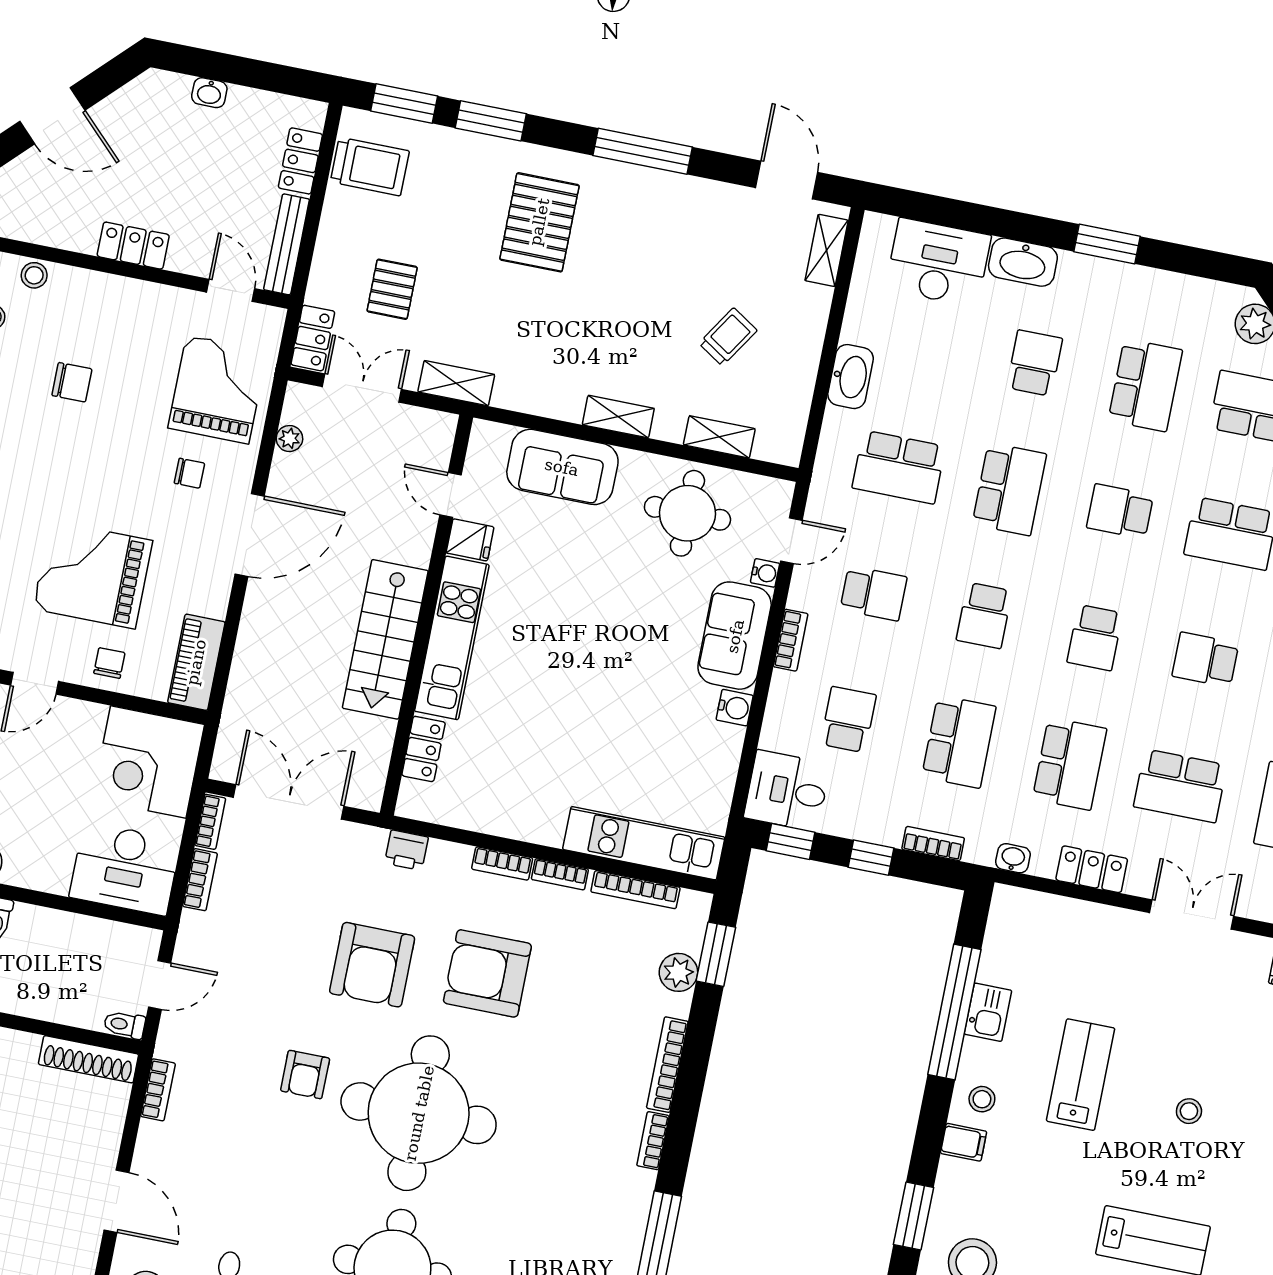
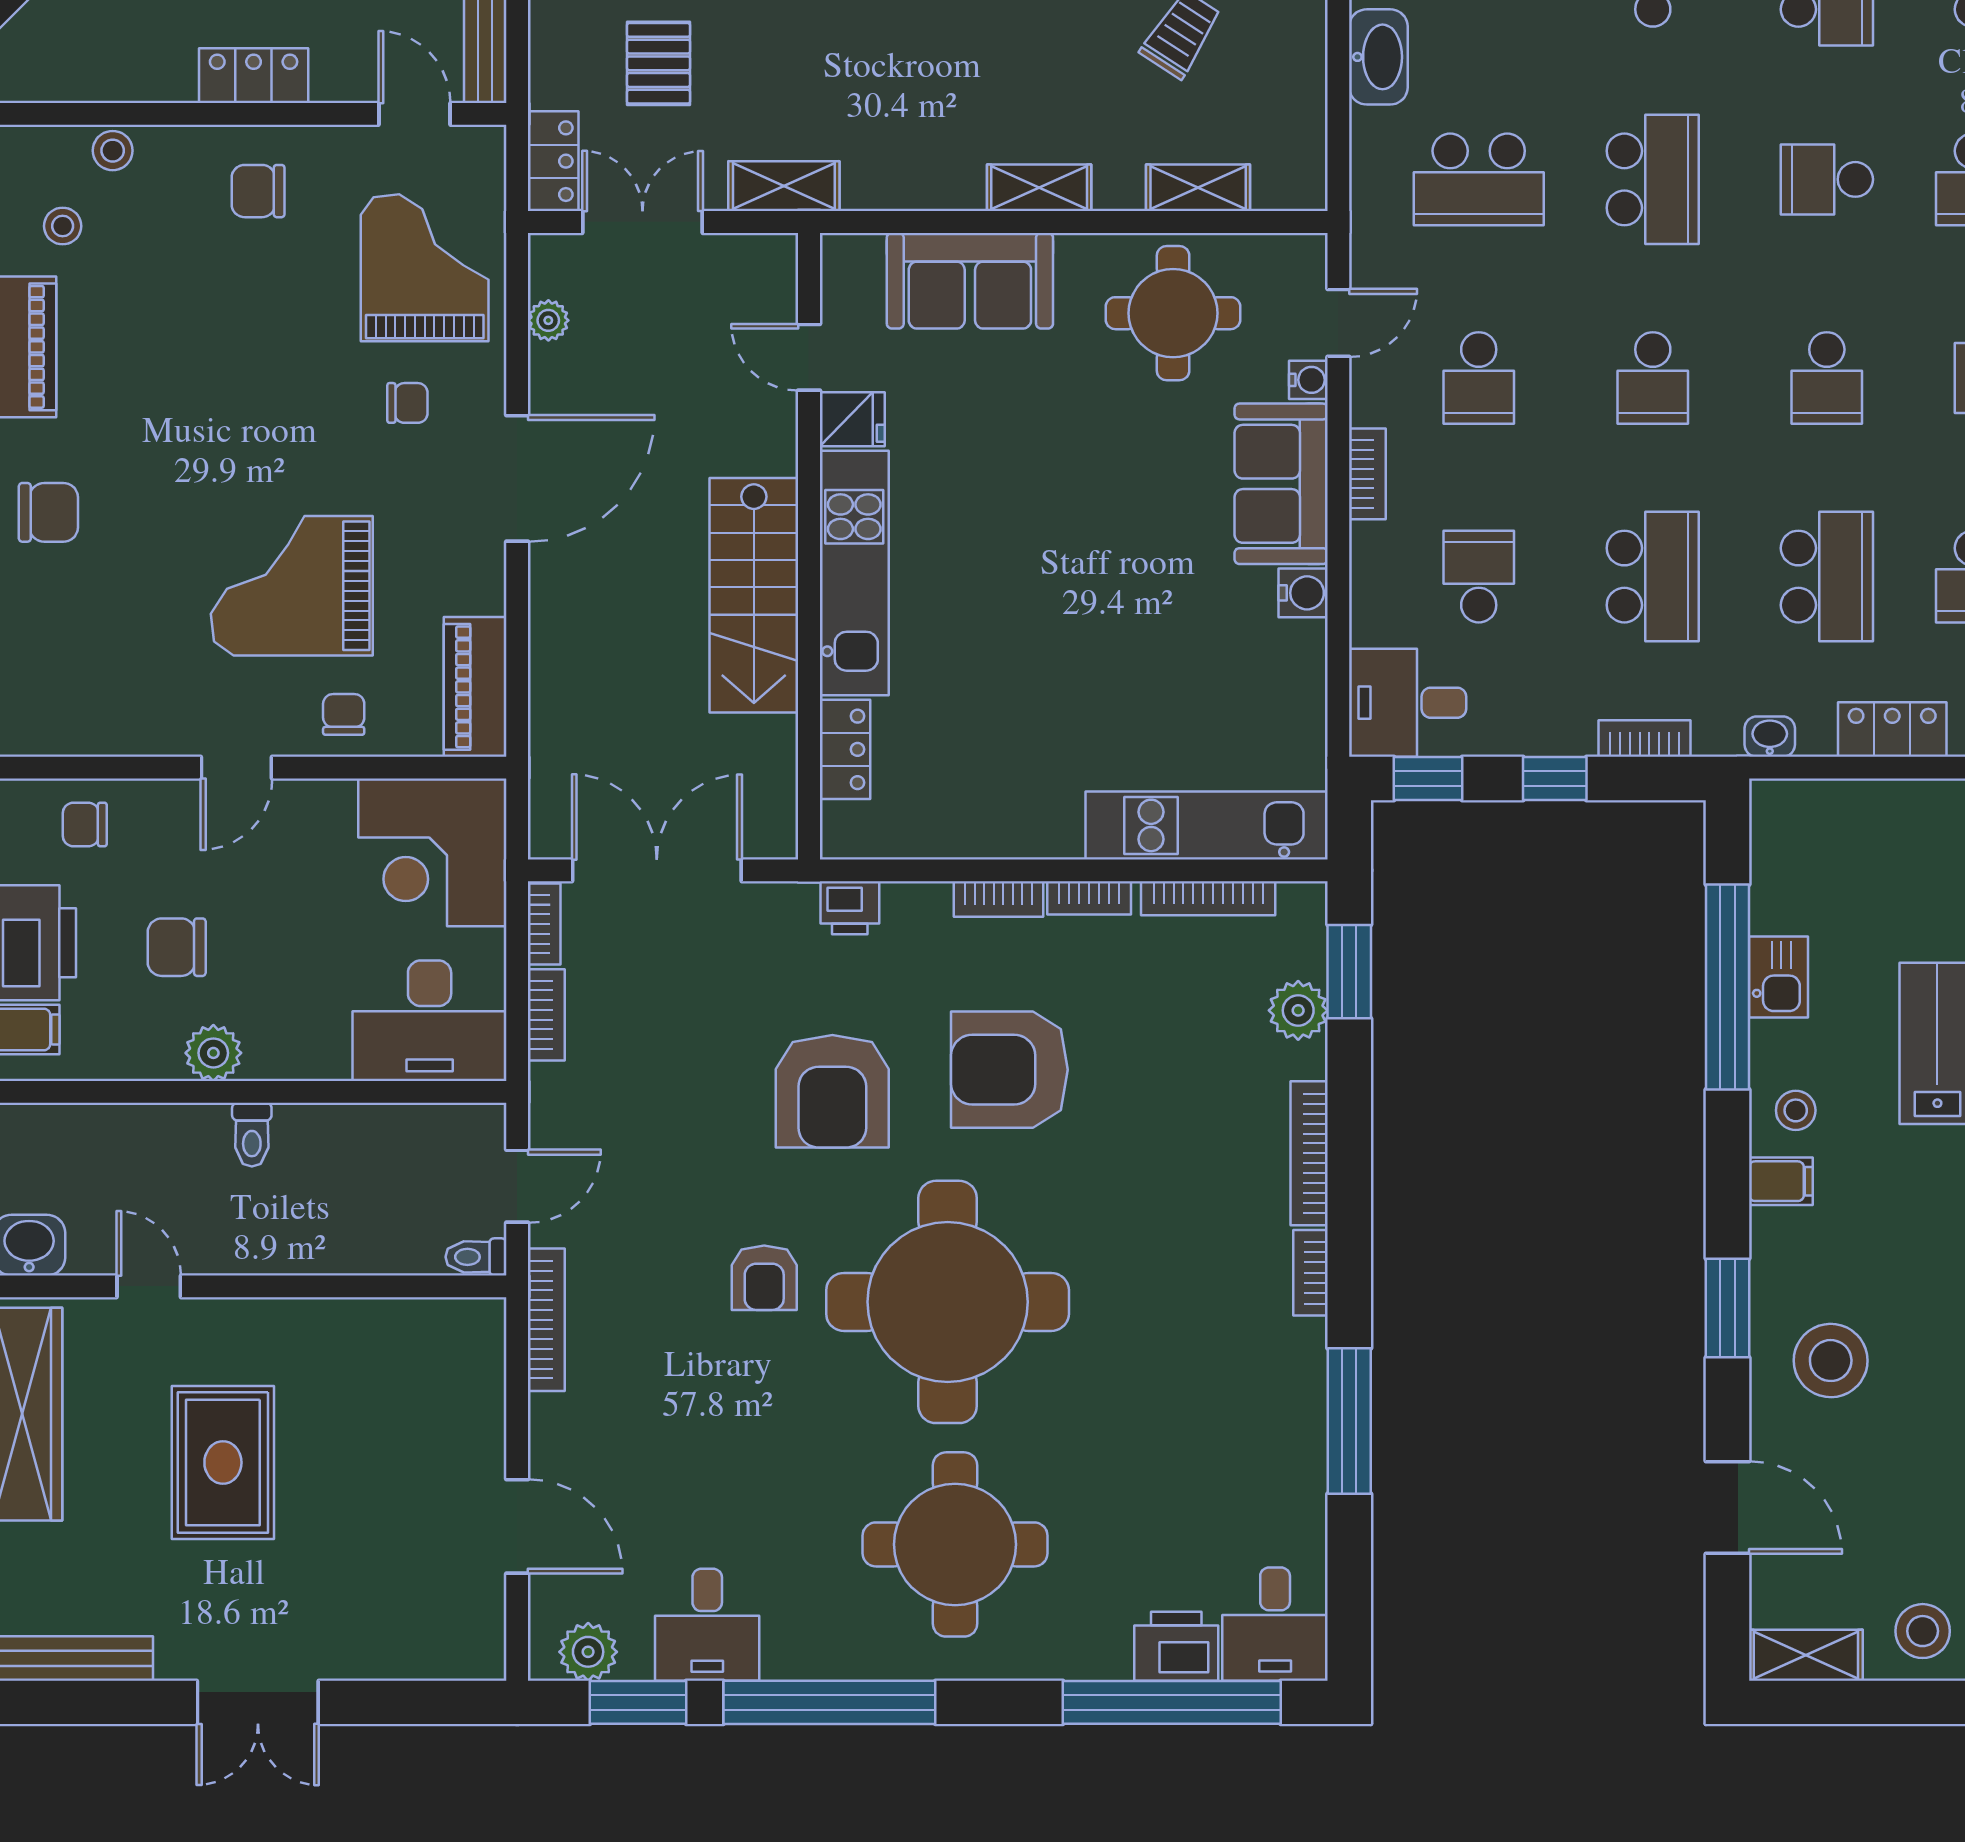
chair: (72, 382) -> (258, 191), moved, turned 180
school desk: (874, 593) -> (1479, 378), turned 90
shoe rack: (89, 1059) -> (432, 1320), removed
bookcase: (158, 1090) -> (546, 1320), width x1.56

